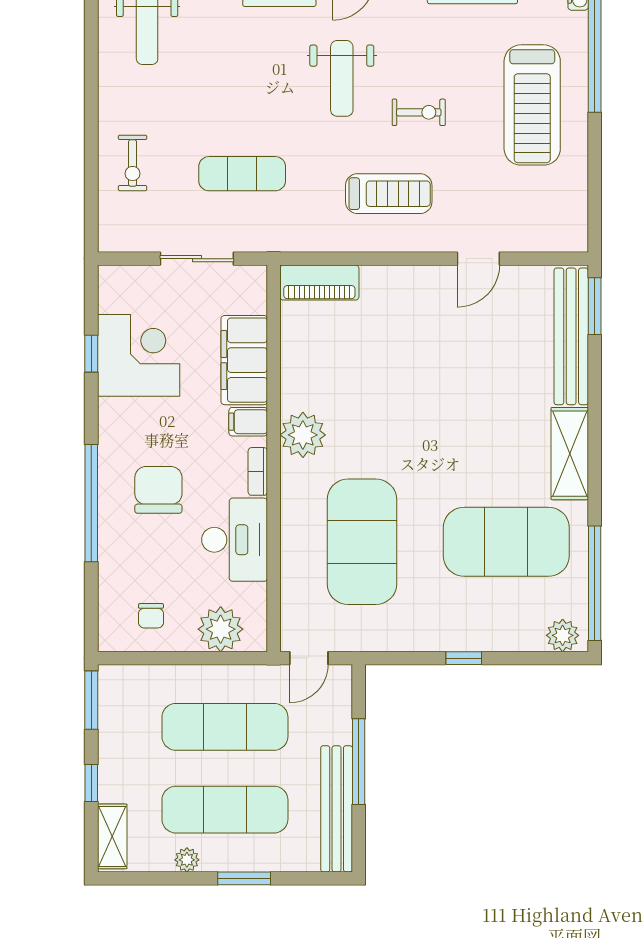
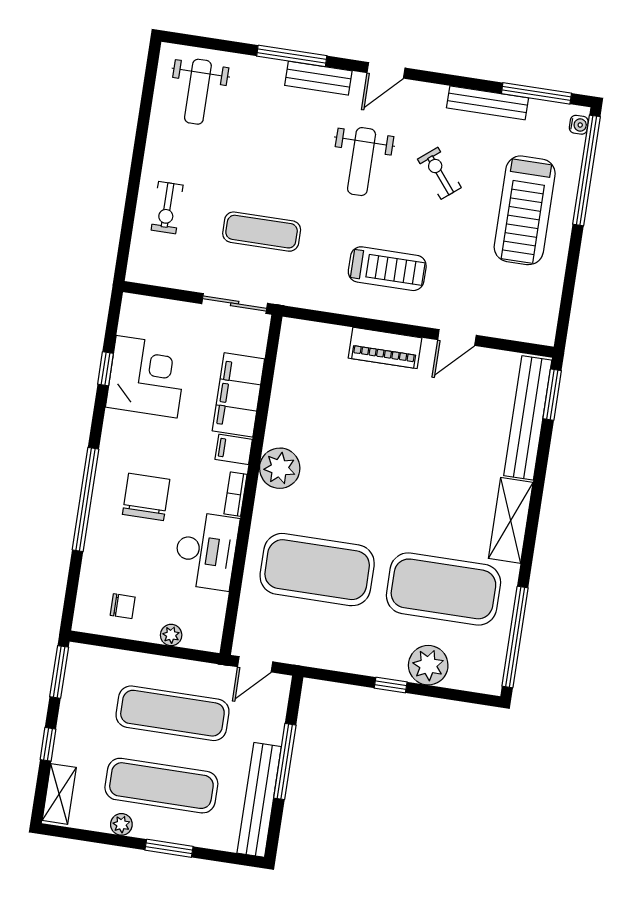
exercise bike: (419, 112) -> (439, 173), moved, turned -129
sliding door: (197, 259) -> (235, 303), moved
piano: (319, 283) -> (385, 348), moved
exercise mat: (362, 542) -> (317, 570), turned 90
chair: (151, 616) -> (123, 606), turned -90
plant: (221, 629) -> (171, 635), width x0.53, depth x0.53
plant: (563, 635) -> (428, 665), moved, width x1.36, depth x1.36

